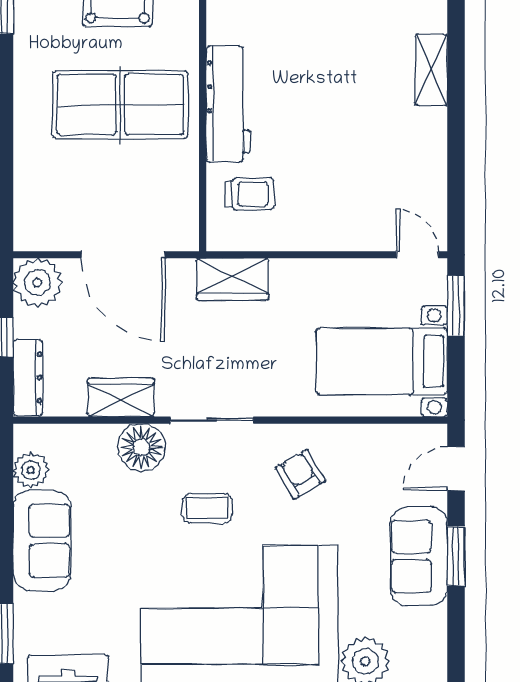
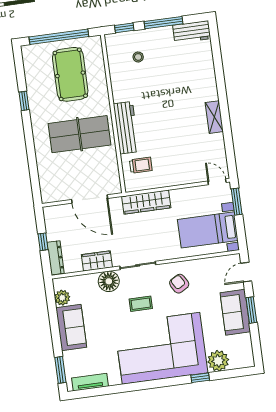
shelving: (431, 70) -> (214, 117), moved
wardrobe: (233, 279) -> (146, 202), width x1.50
plant: (37, 283) -> (54, 216), removed

